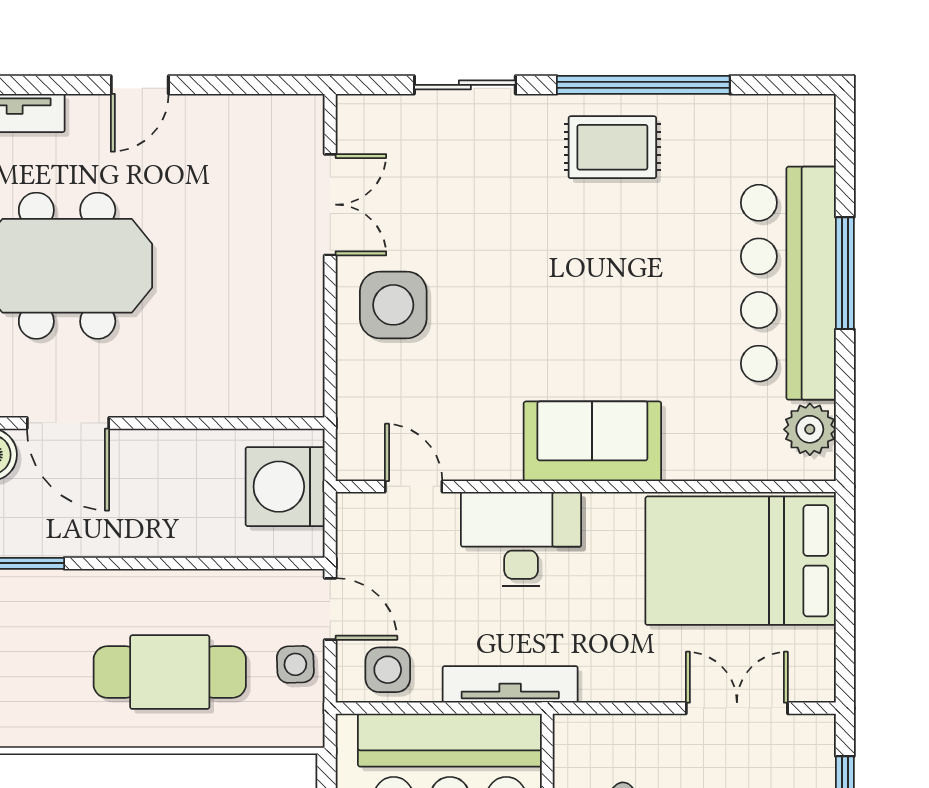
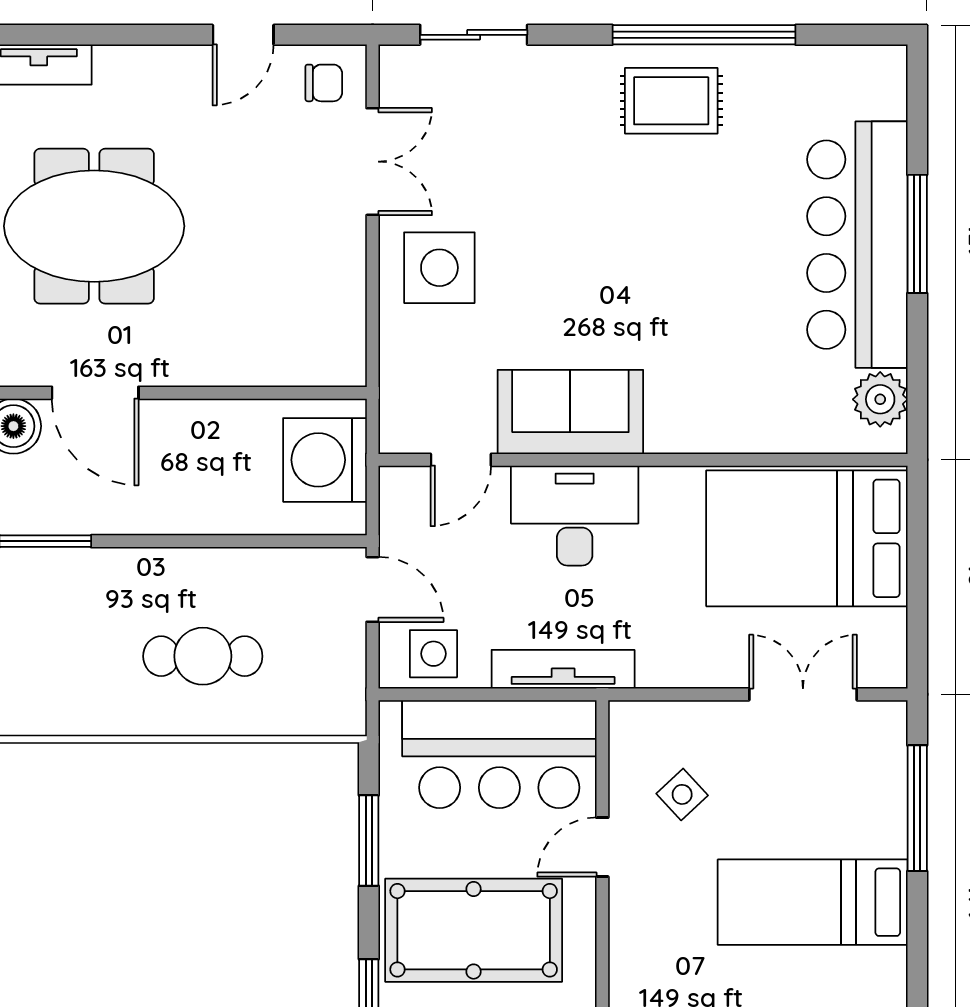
door: (140, 85) -> (243, 35), moved
sliding door: (465, 85) -> (474, 35), moved
chair: (284, 130) -> (324, 83), added
sofa: (592, 441) -> (570, 412), moved
door: (414, 486) -> (461, 460), swing flipped
side table: (295, 664) -> (336, 648), removed
cafe table: (170, 672) -> (203, 656), width x0.73, depth x0.74

